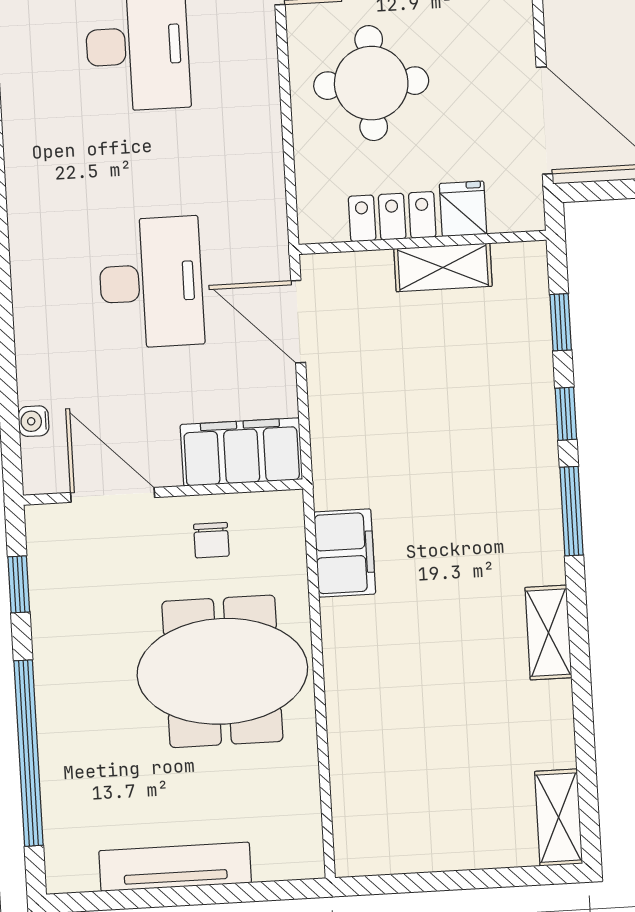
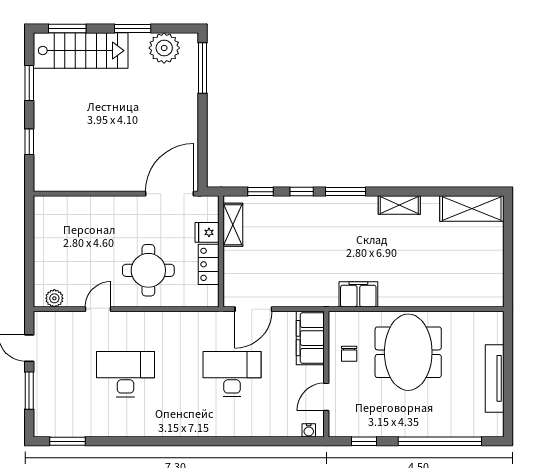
shelving: (443, 267) -> (233, 225), moved
water cooler: (34, 421) -> (309, 430), moved
door: (113, 495) -> (326, 397), width x0.73
chair: (211, 540) -> (349, 354), turned 90
shelving: (559, 818) -> (472, 208), width x1.50, depth x1.33

